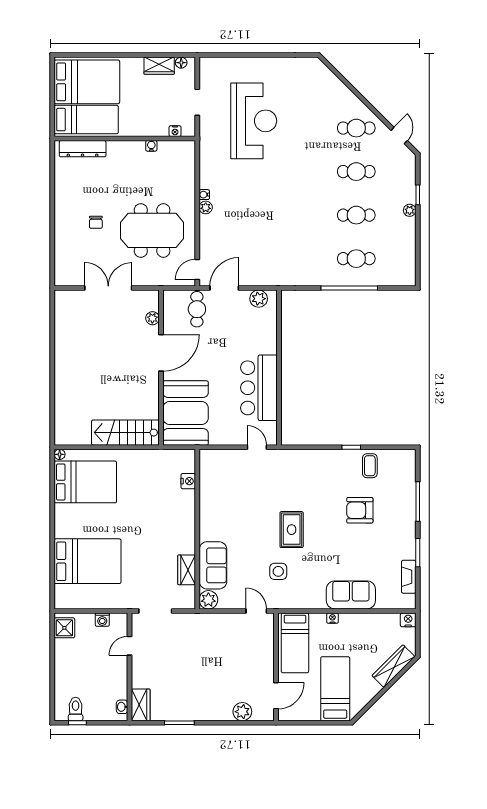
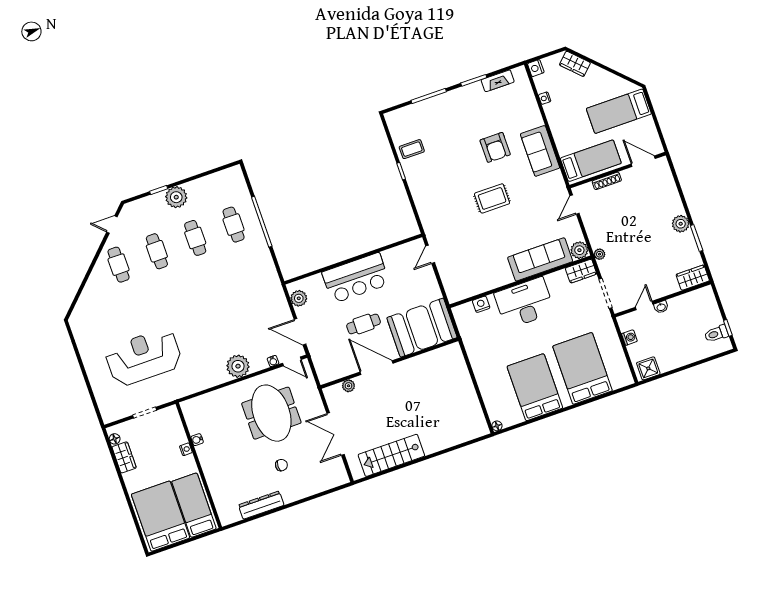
nightstand: (175, 131) -> (186, 449), moved
dresser: (83, 149) -> (261, 505), moved, turned -90
water cooler: (204, 195) -> (273, 361), moved
plant: (206, 207) -> (238, 366), width x1.88, depth x1.88
plant: (410, 210) -> (176, 197), width x1.88, depth x1.88
cafe table: (197, 309) -> (364, 324), moved
bar counter: (259, 388) -> (356, 278), moved
stairs: (125, 433) -> (391, 455), moved, turned 90
bed: (85, 482) -> (535, 387), moved
armchair: (360, 510) -> (495, 147), moved
desk: (174, 525) -> (524, 303), added
sofa: (213, 565) -> (540, 259), width x1.36
wardrobe: (187, 570) -> (581, 271), moved
side table: (278, 571) -> (533, 197), removed
sofa: (351, 595) -> (540, 151), moved
nightstand: (332, 618) -> (545, 98), moved
plant: (197, 619) -> (600, 254), added
door: (130, 646) -> (644, 306), swing flipped
shoe rack: (269, 652) -> (607, 181), added
wardrobe: (393, 666) -> (575, 64), width x0.67
washbasin: (122, 707) -> (661, 307), moved
plant: (242, 712) -> (681, 224), moved

